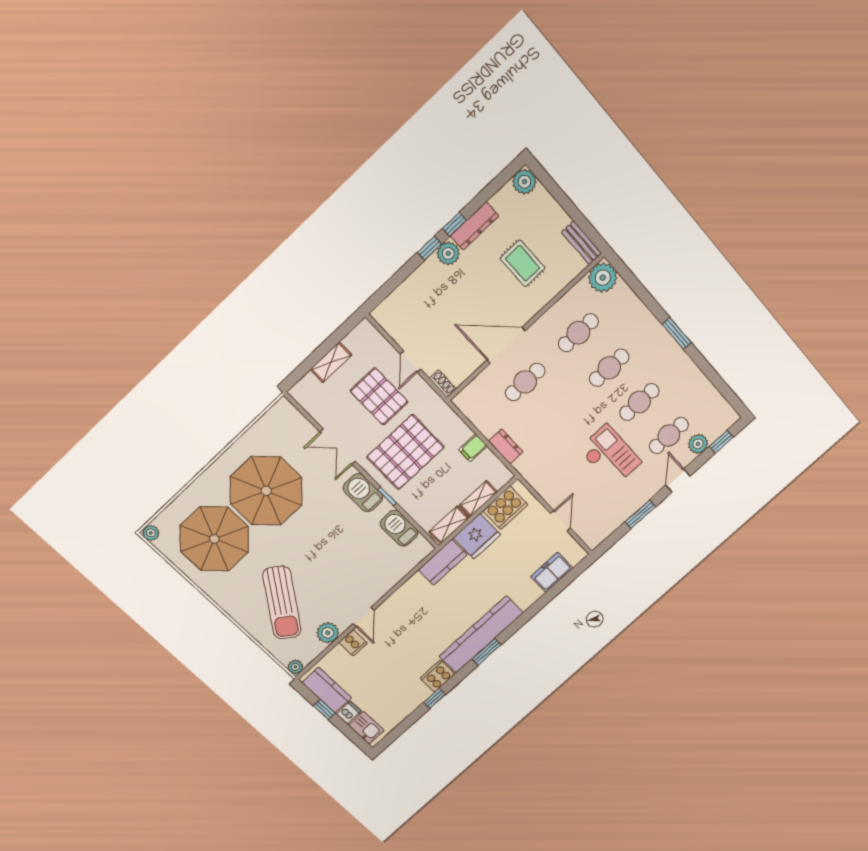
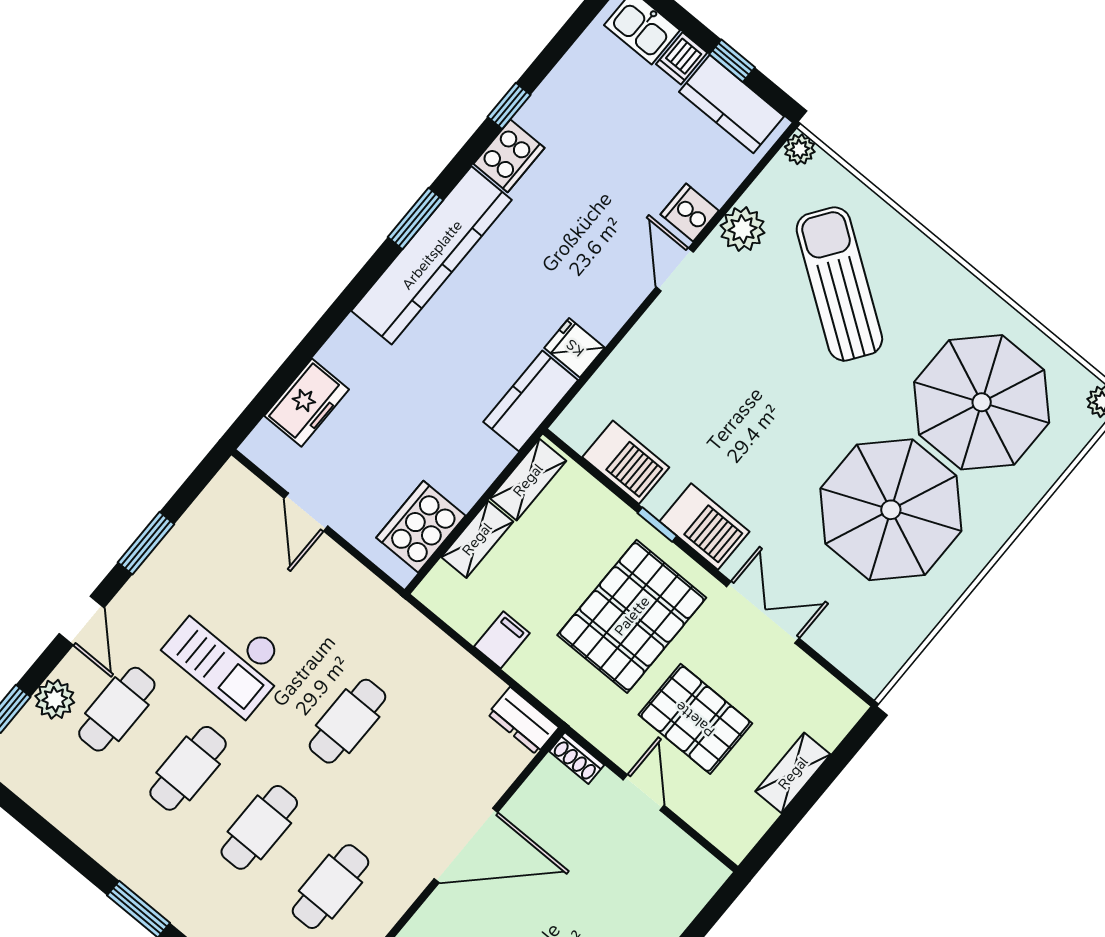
cafe table: (525, 382) -> (348, 721), moved
dresser: (506, 446) -> (523, 721), moved
fridge: (477, 536) -> (575, 348), moved, width x0.53, depth x0.75

